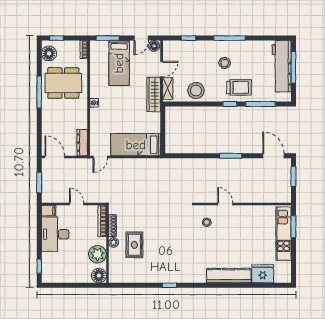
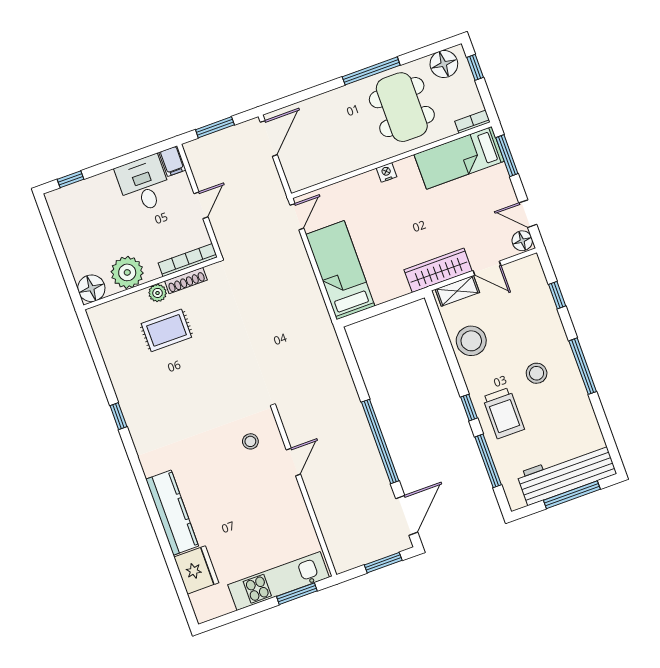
bed: (119, 63) -> (459, 158), moved
dresser: (82, 143) -> (311, 177), removed
window: (231, 156) -> (380, 441), width x2.11
door: (100, 157) -> (297, 217), swing flipped
desk: (55, 234) -> (144, 184), width x0.73

